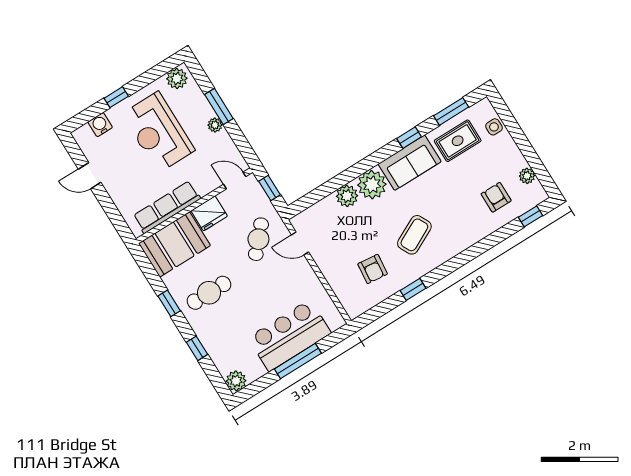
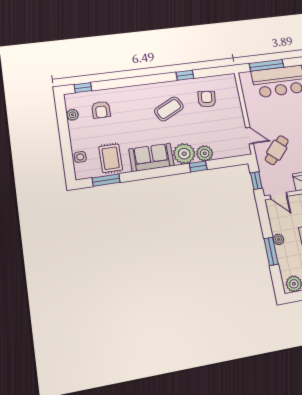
window: (409, 138) -> (198, 167), moved
rug: (458, 141) -> (111, 158), turned 90
window: (298, 361) -> (267, 65), moved

